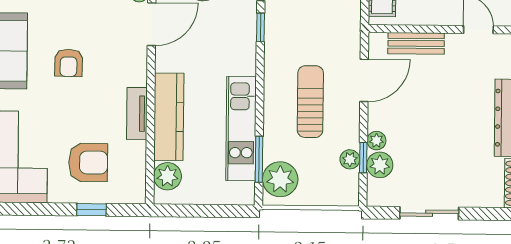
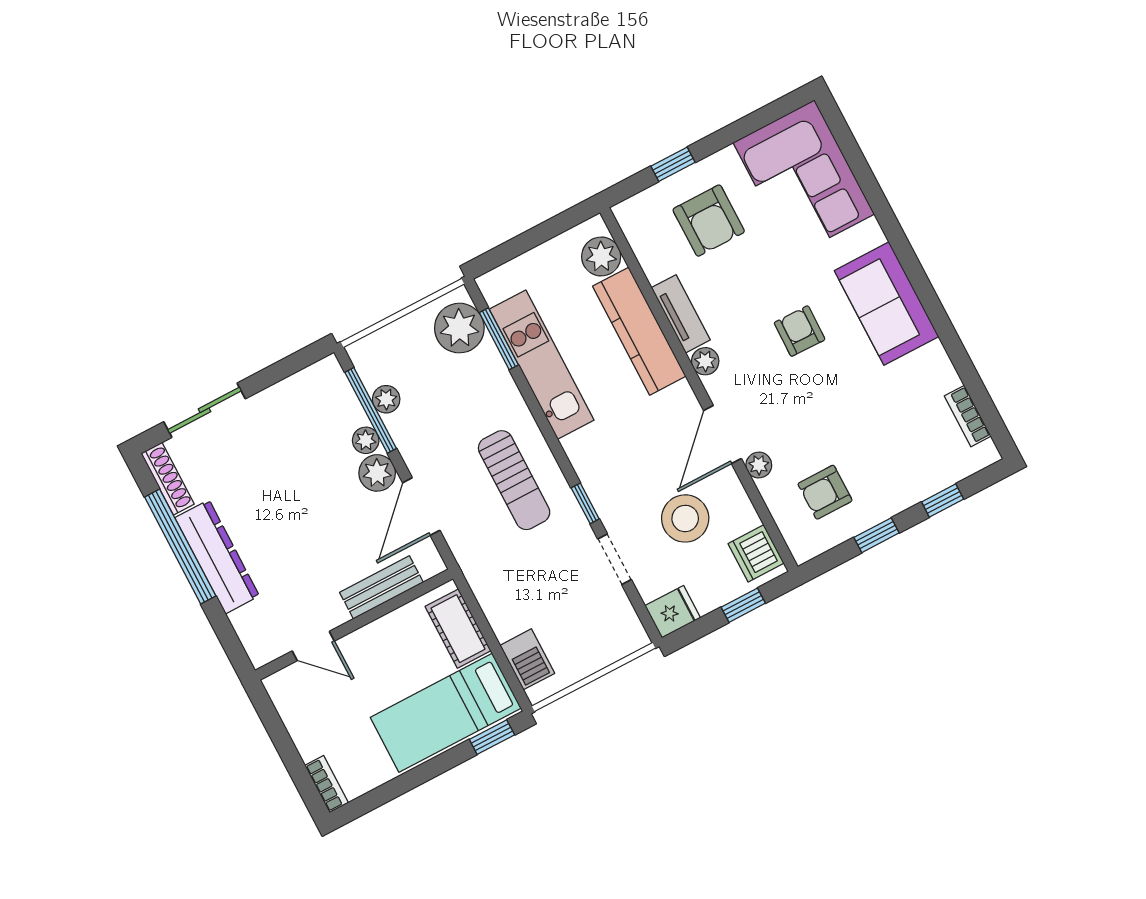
plant: (138, 76) -> (705, 361), added
sun lounger: (310, 102) -> (514, 480), moved
window: (363, 158) -> (371, 410), width x2.17
armchair: (88, 163) -> (709, 221), turned -90
plant: (380, 165) -> (377, 473), moved
sliding door: (429, 213) -> (205, 410), moved

